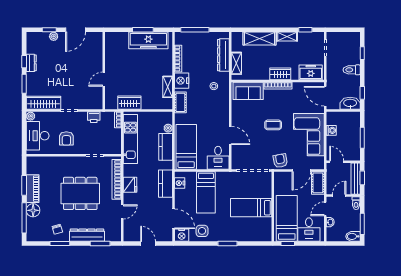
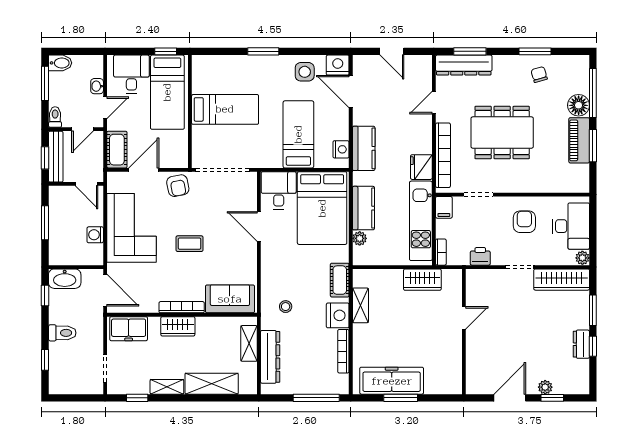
filing cabinet: (116, 147) -> (444, 207), added
bed: (186, 147) -> (322, 208), width x1.50
fridge: (130, 185) -> (421, 167), moved
dresser: (87, 235) -> (464, 65), moved

